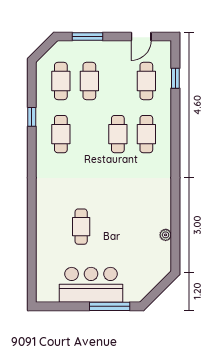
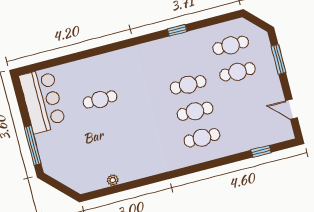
cafe table: (146, 81) -> (251, 125), removed
window: (32, 117) -> (177, 30), moved
cafe table: (61, 134) -> (188, 85), moved
bar counter: (91, 285) -> (42, 101), moved

